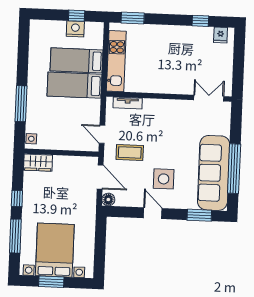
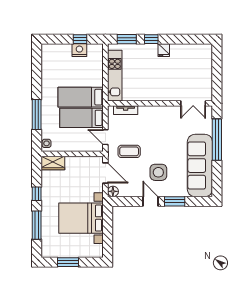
window: (200, 21) -> (151, 39), moved
fridge: (221, 35) -> (164, 50), moved
bed: (76, 60) -> (81, 118), moved
double door: (209, 98) -> (193, 103), swing flipped
window: (234, 169) -> (217, 140), moved
window: (199, 215) -> (175, 201), moved
bed with nightstands: (55, 250) -> (81, 218), moved, turned -90

